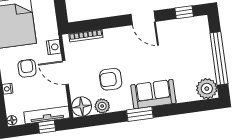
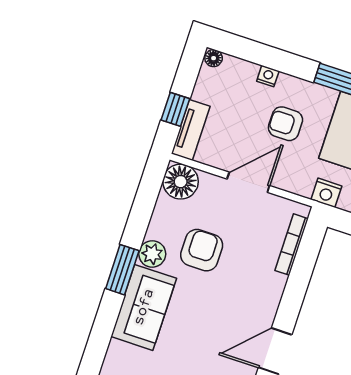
nightstand: (54, 47) -> (326, 193), moved
armchair: (27, 68) -> (285, 124), turned 180
plant: (102, 106) -> (152, 254), moved
tv unit: (47, 115) -> (191, 130), width x0.71

